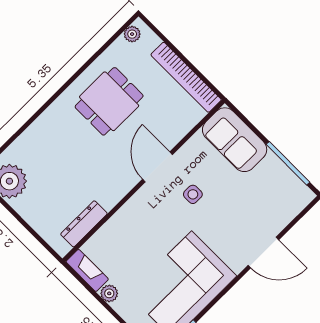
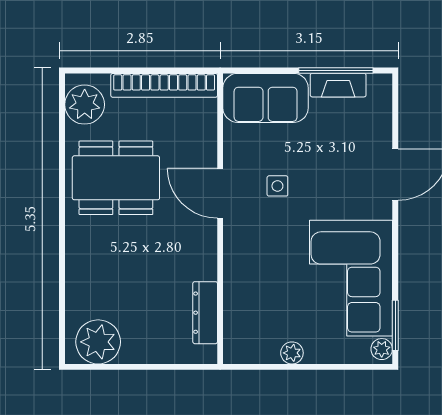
plant: (132, 34) -> (85, 105), width x1.88, depth x1.88
dining table: (109, 101) -> (116, 178), width x1.38
fireplace: (87, 270) -> (338, 85), moved, turned 180

